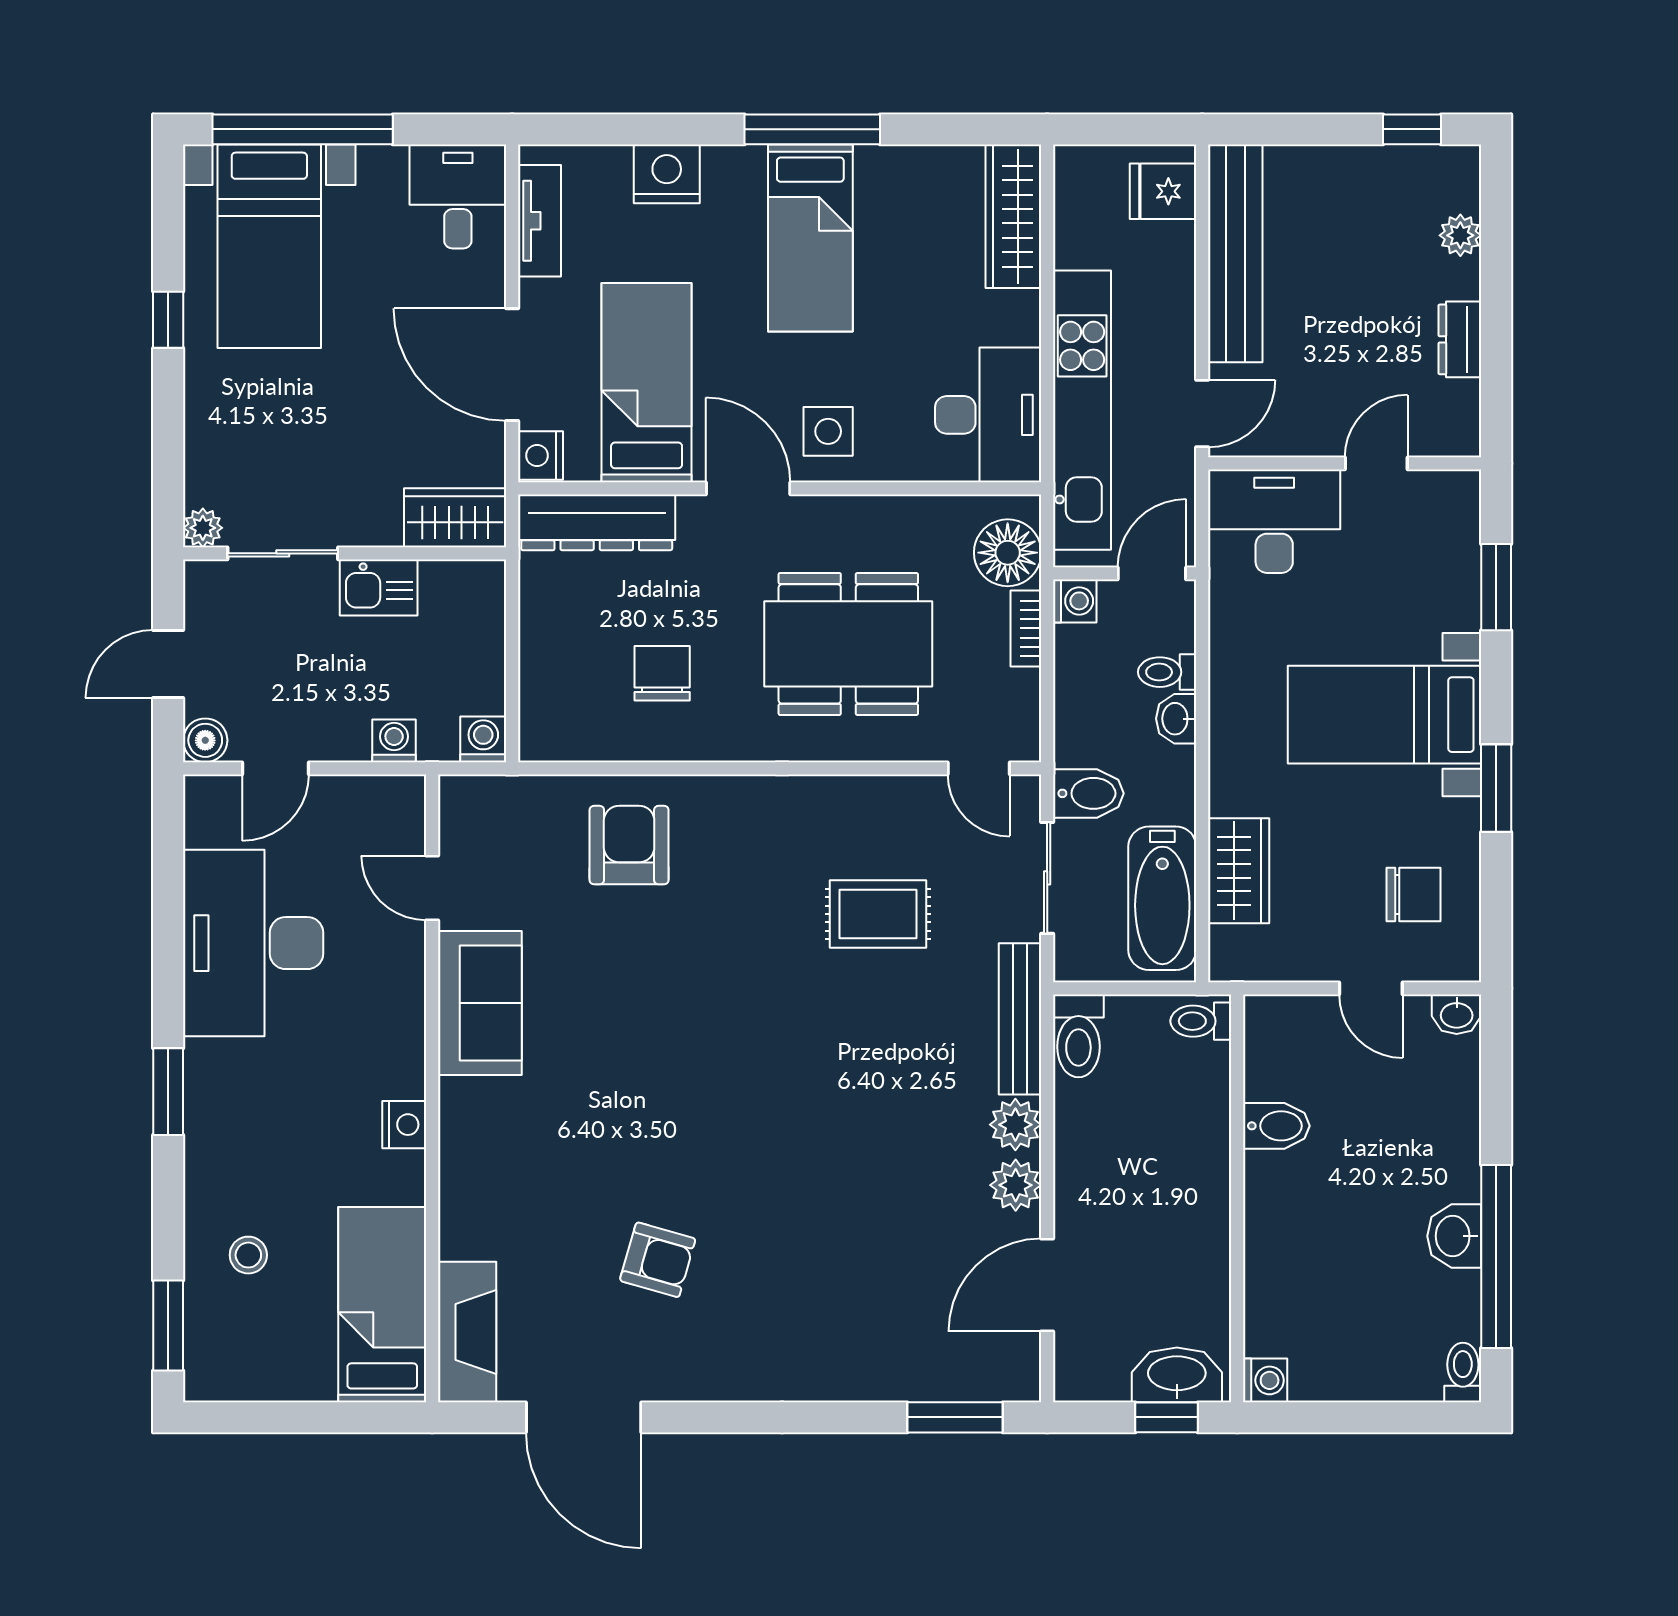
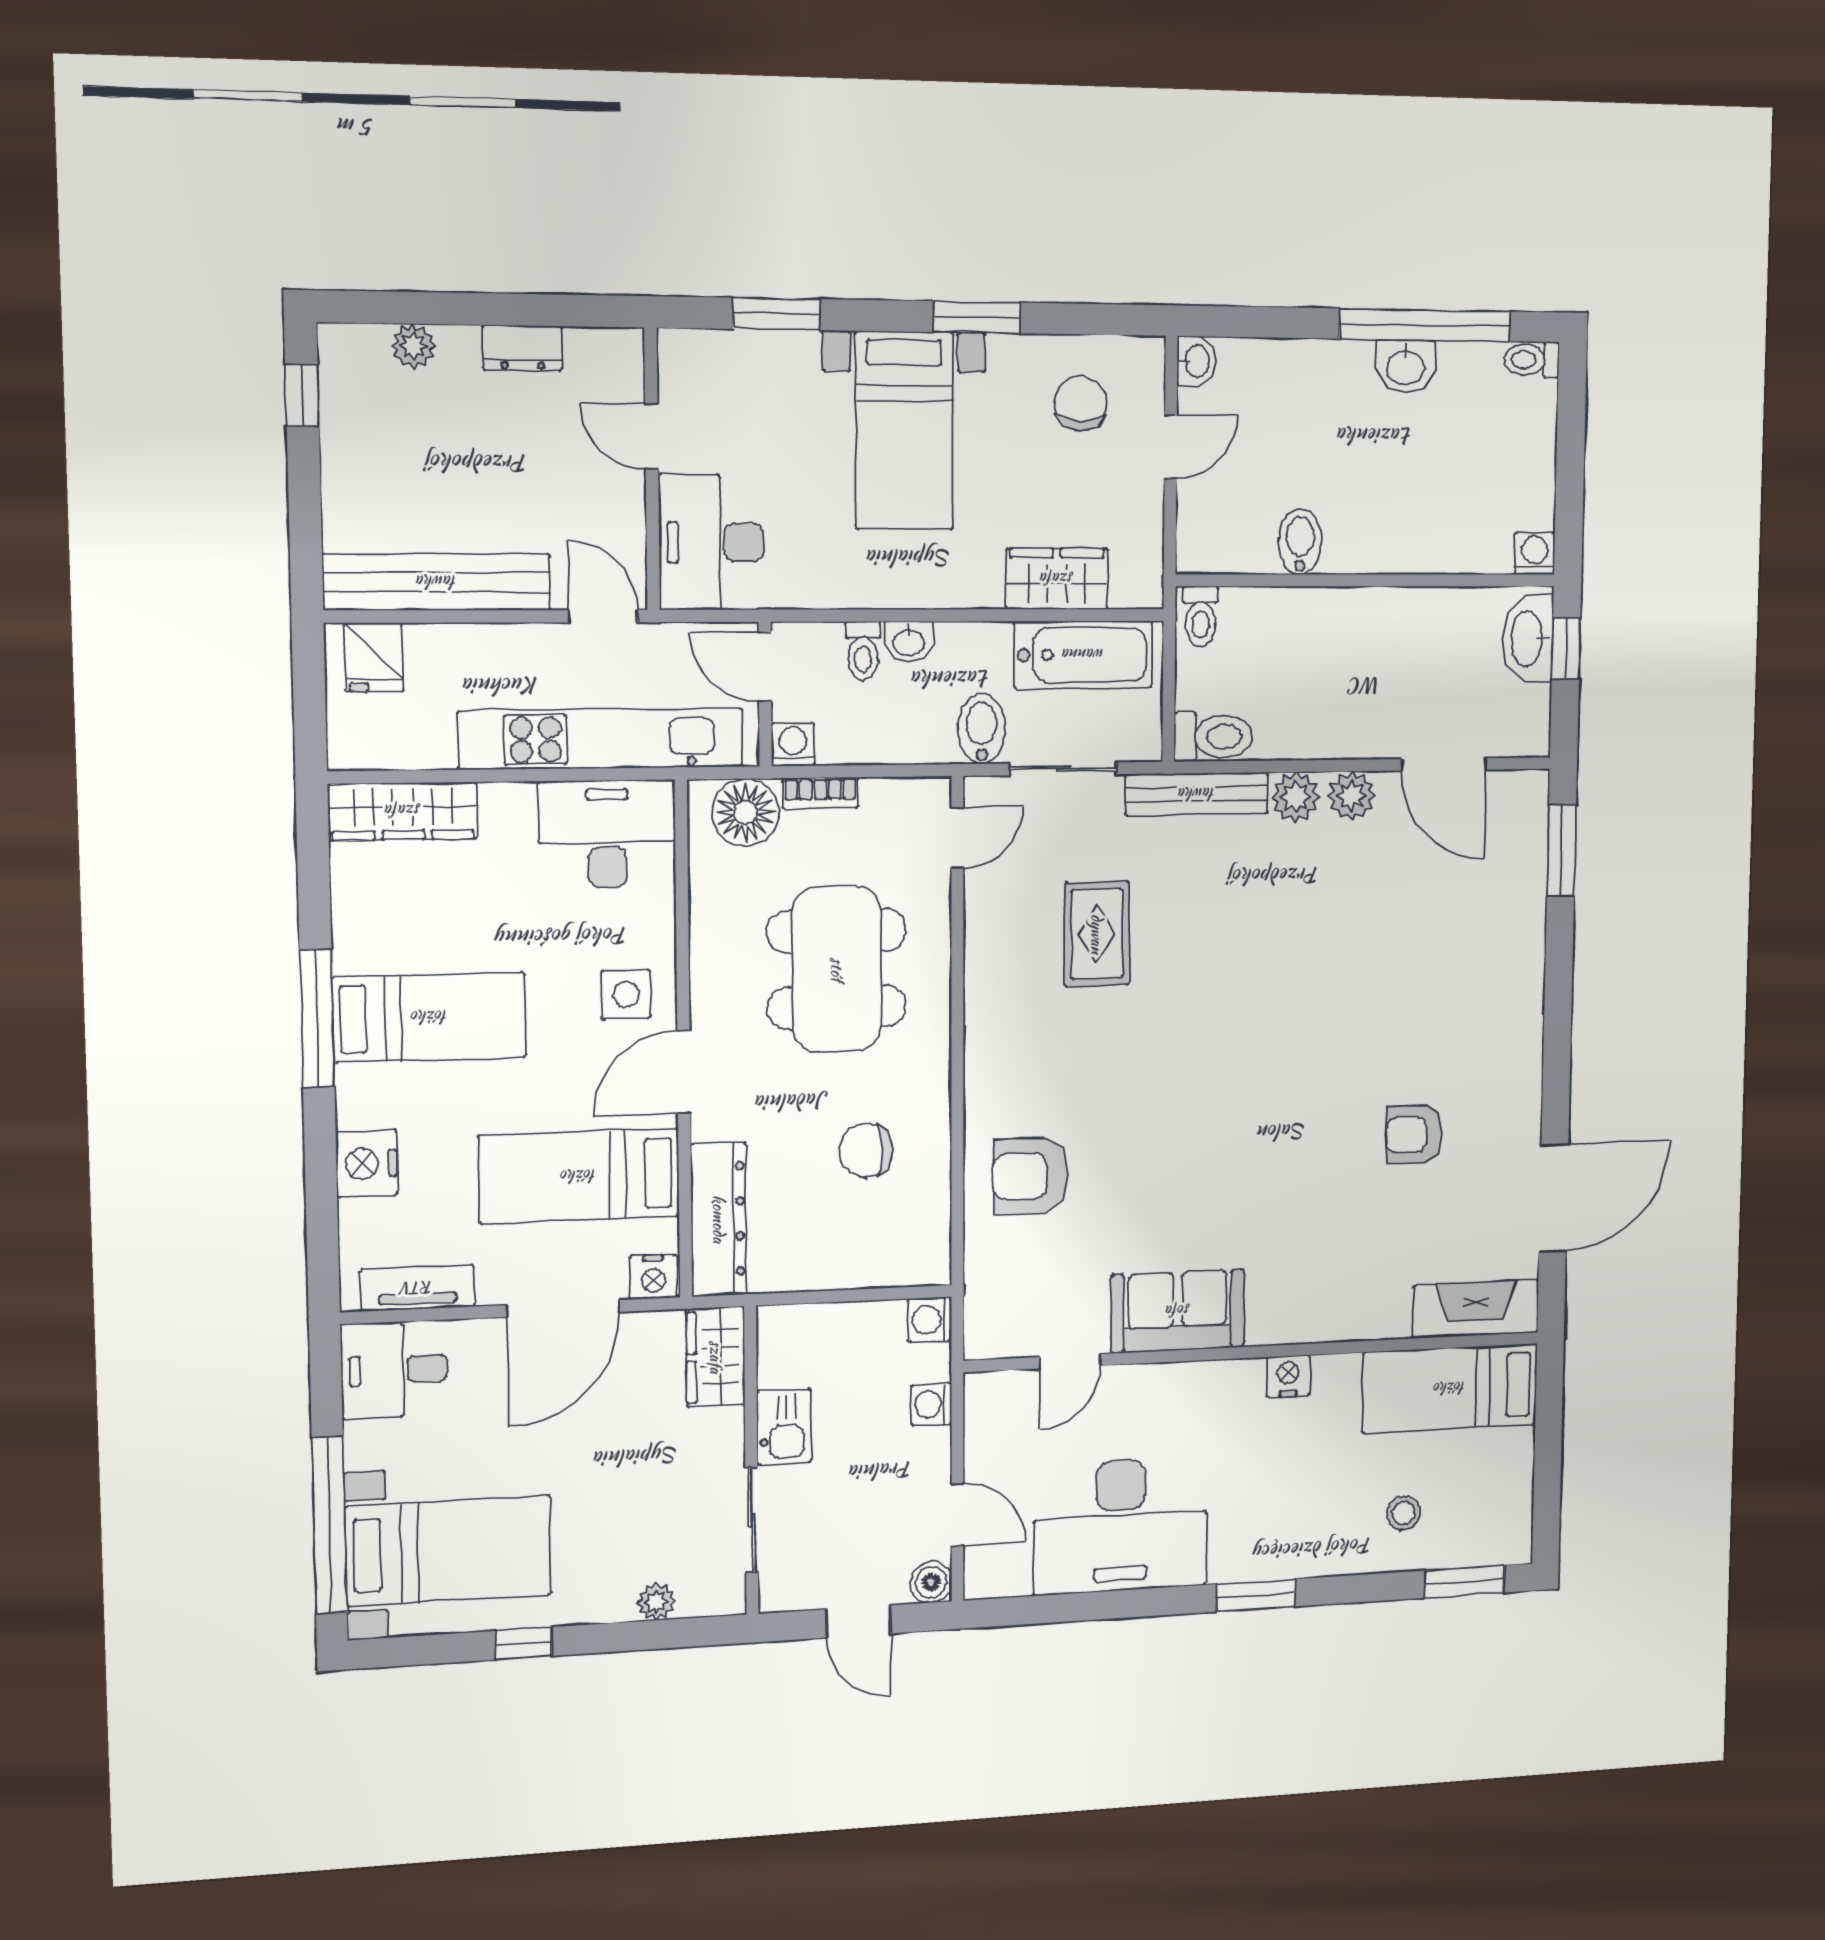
plant: (203, 528) -> (656, 1602), moved
armchair: (658, 1260) -> (1414, 1135), turned -106

